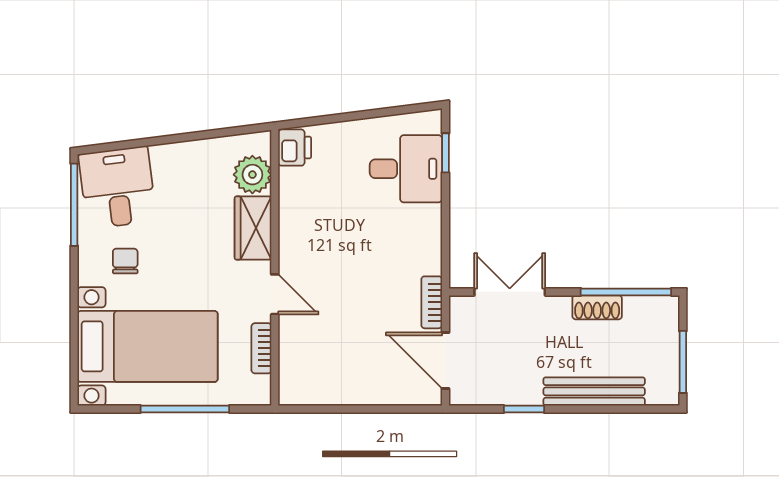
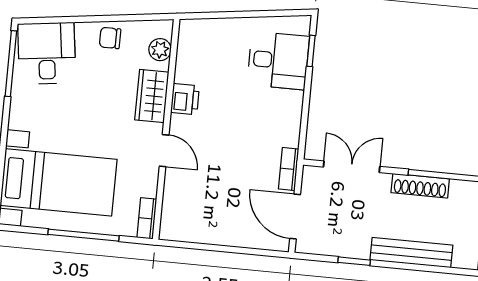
printer: (295, 148) -> (185, 99), moved
plant: (252, 175) -> (160, 50), width x0.73, depth x0.73
chair: (125, 261) -> (110, 38), moved, turned -90
shoe rack: (597, 307) -> (420, 186), width x1.43
bookcase: (261, 348) -> (147, 218), moved

